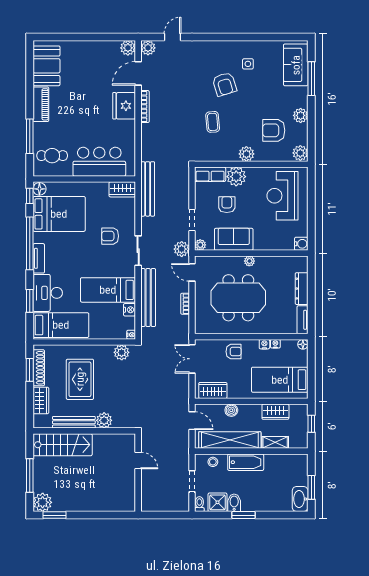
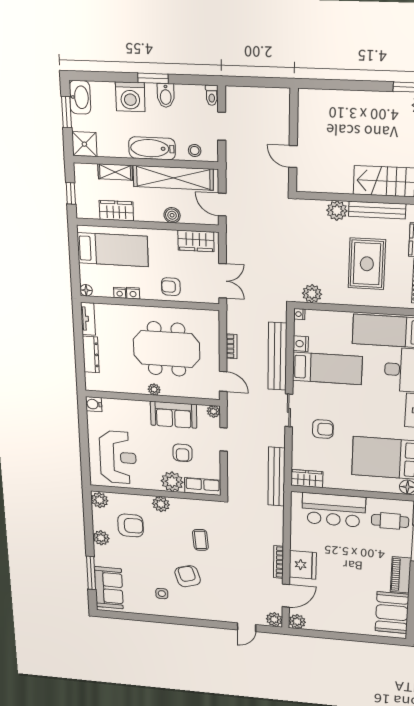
plant: (182, 249) -> (236, 408), removed
washing machine: (261, 501) -> (130, 97), added
shower: (217, 502) -> (84, 144), moved

